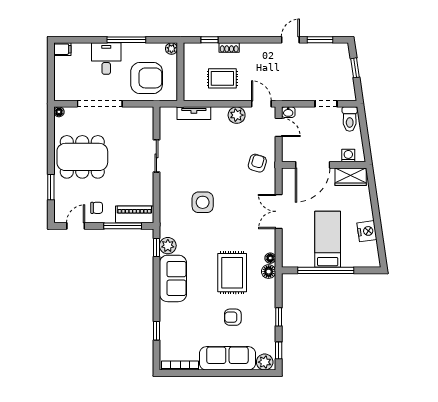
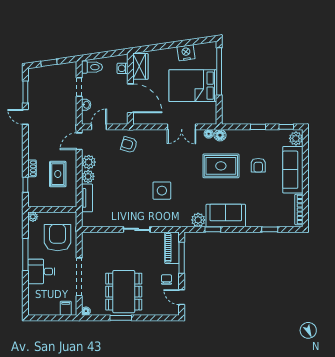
filing cabinet: (62, 49) -> (66, 308), moved
washbasin: (288, 112) -> (86, 105), moved
plant: (219, 114) -> (88, 176), added
sliding door: (156, 156) -> (137, 229), moved
window: (51, 187) -> (121, 318), moved
double door: (279, 211) -> (182, 127), moved
bed: (328, 239) -> (193, 86), width x1.50
window: (156, 248) -> (213, 229), moved
window: (326, 270) -> (219, 71), moved

